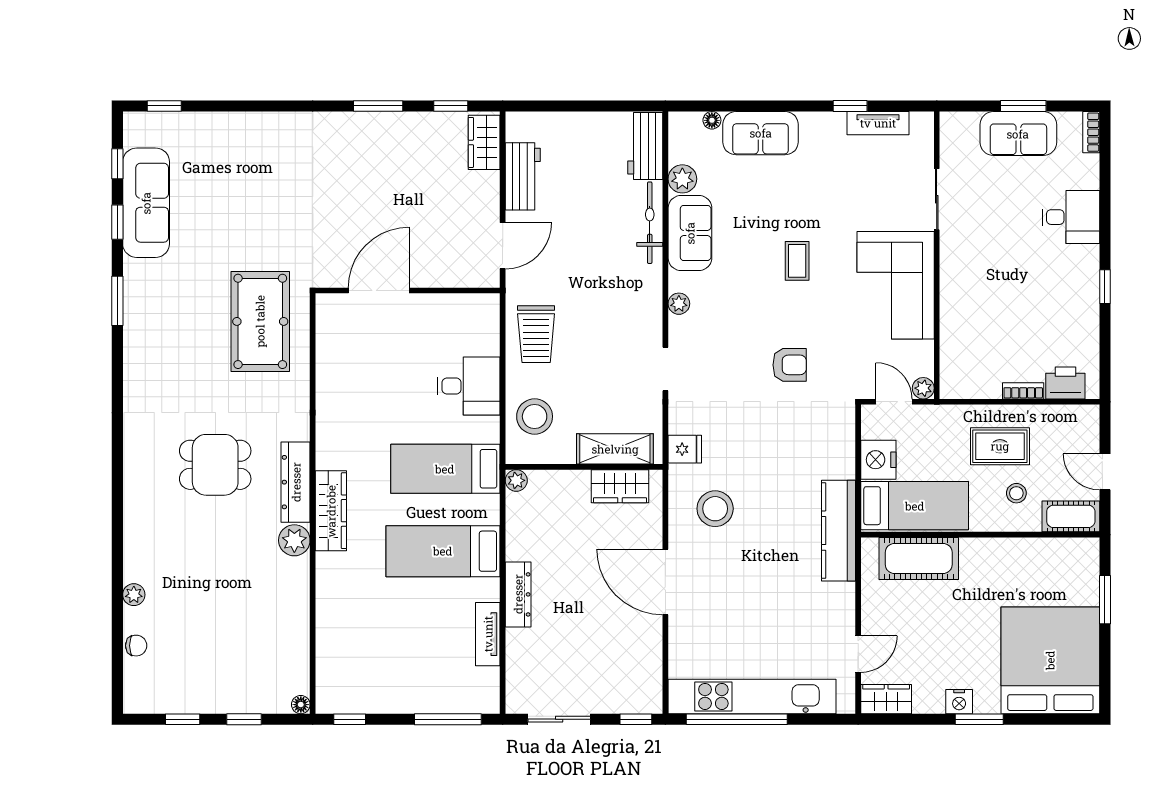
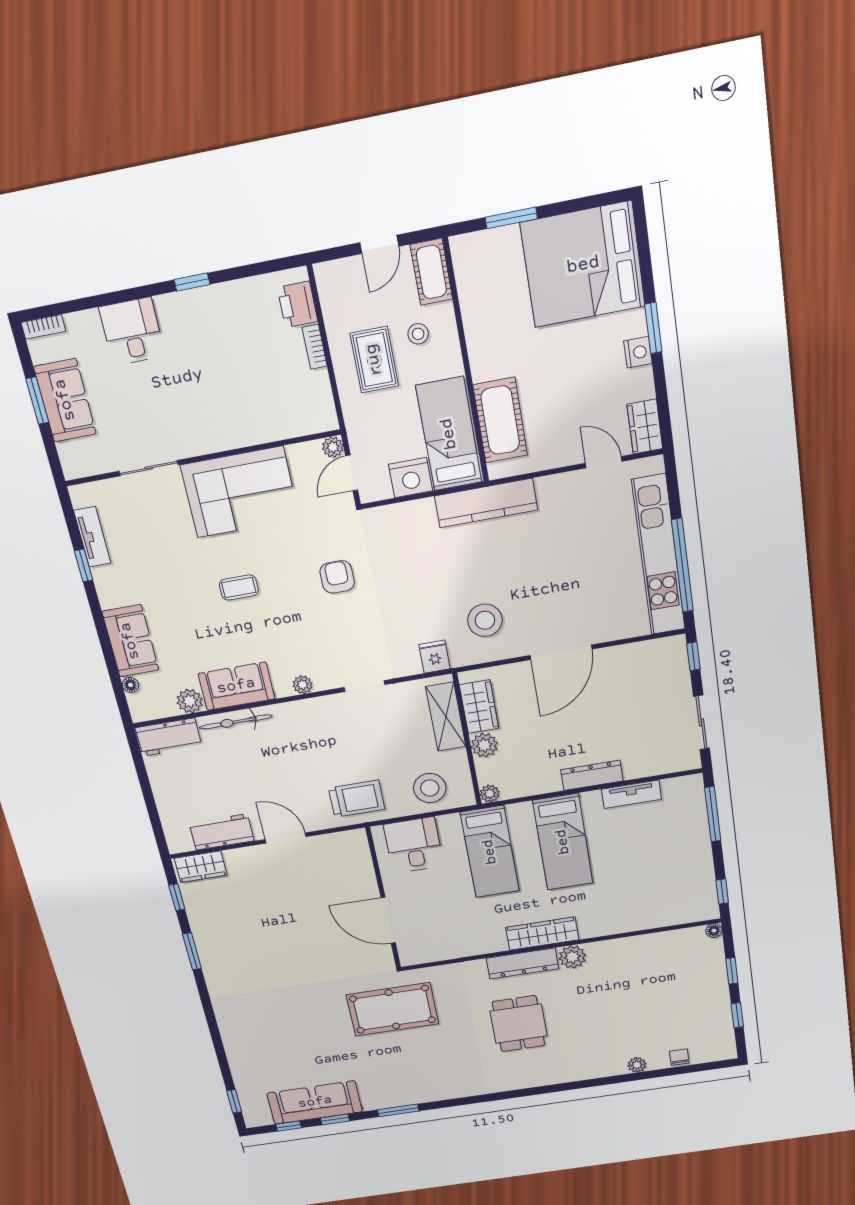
door: (379, 291) -> (388, 920), moved
wall: (408, 291) -> (383, 899), moved
plant: (575, 484) -> (484, 745), added

